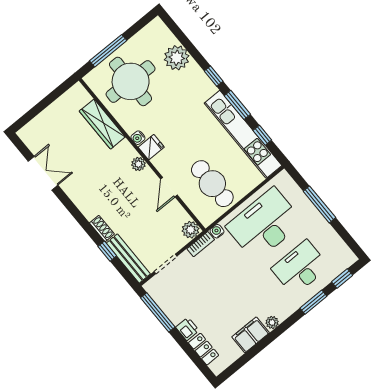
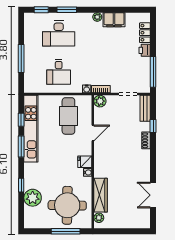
window: (214, 76) -> (21, 185), moved
plant: (138, 164) -> (99, 218), moved
desk: (265, 224) -> (59, 72), width x0.53, depth x0.77
bench: (128, 259) -> (145, 108), width x0.73

